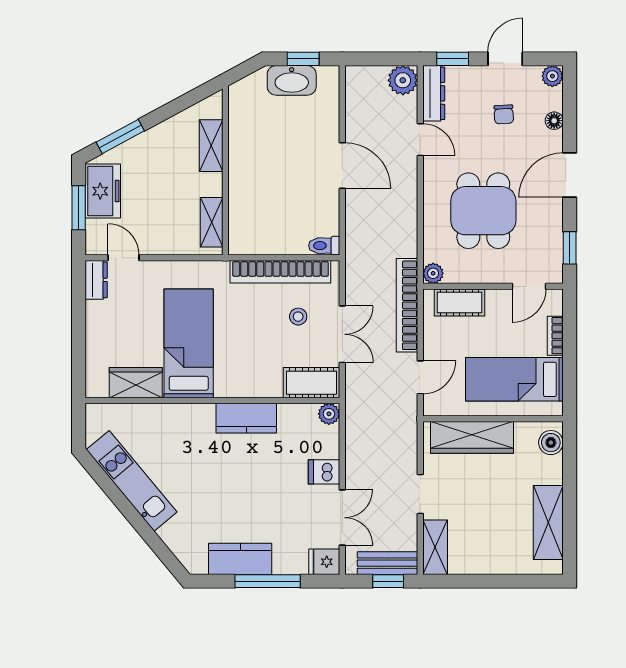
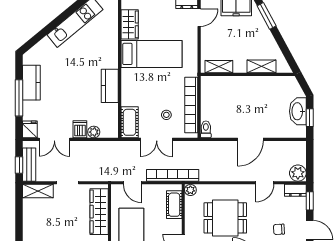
dresser: (434, 93) -> (295, 190), width x0.70
plant: (329, 414) -> (94, 132), moved

